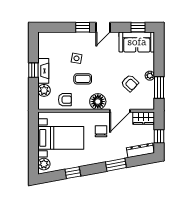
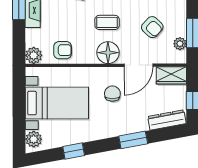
plant: (150, 76) -> (180, 44), moved
coffee table: (83, 79) -> (107, 22), moved
plant: (44, 90) -> (34, 55), moved

